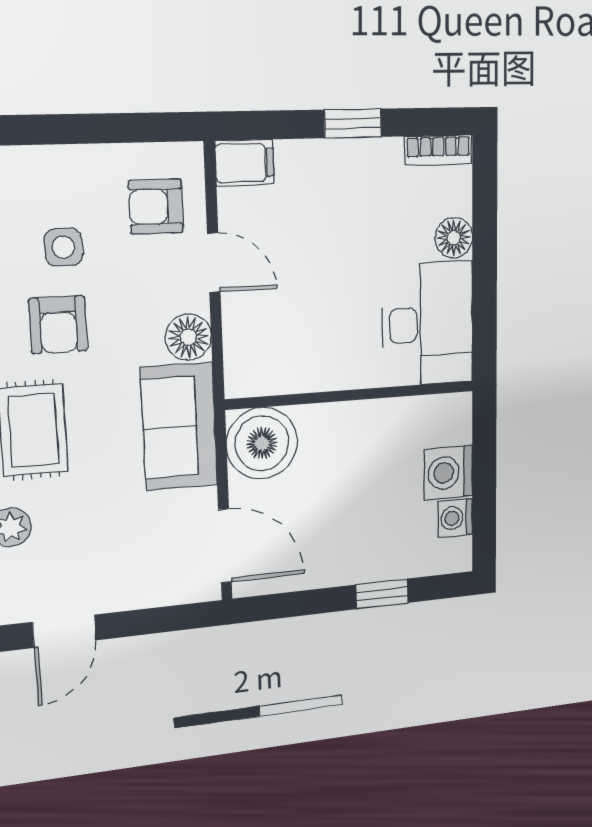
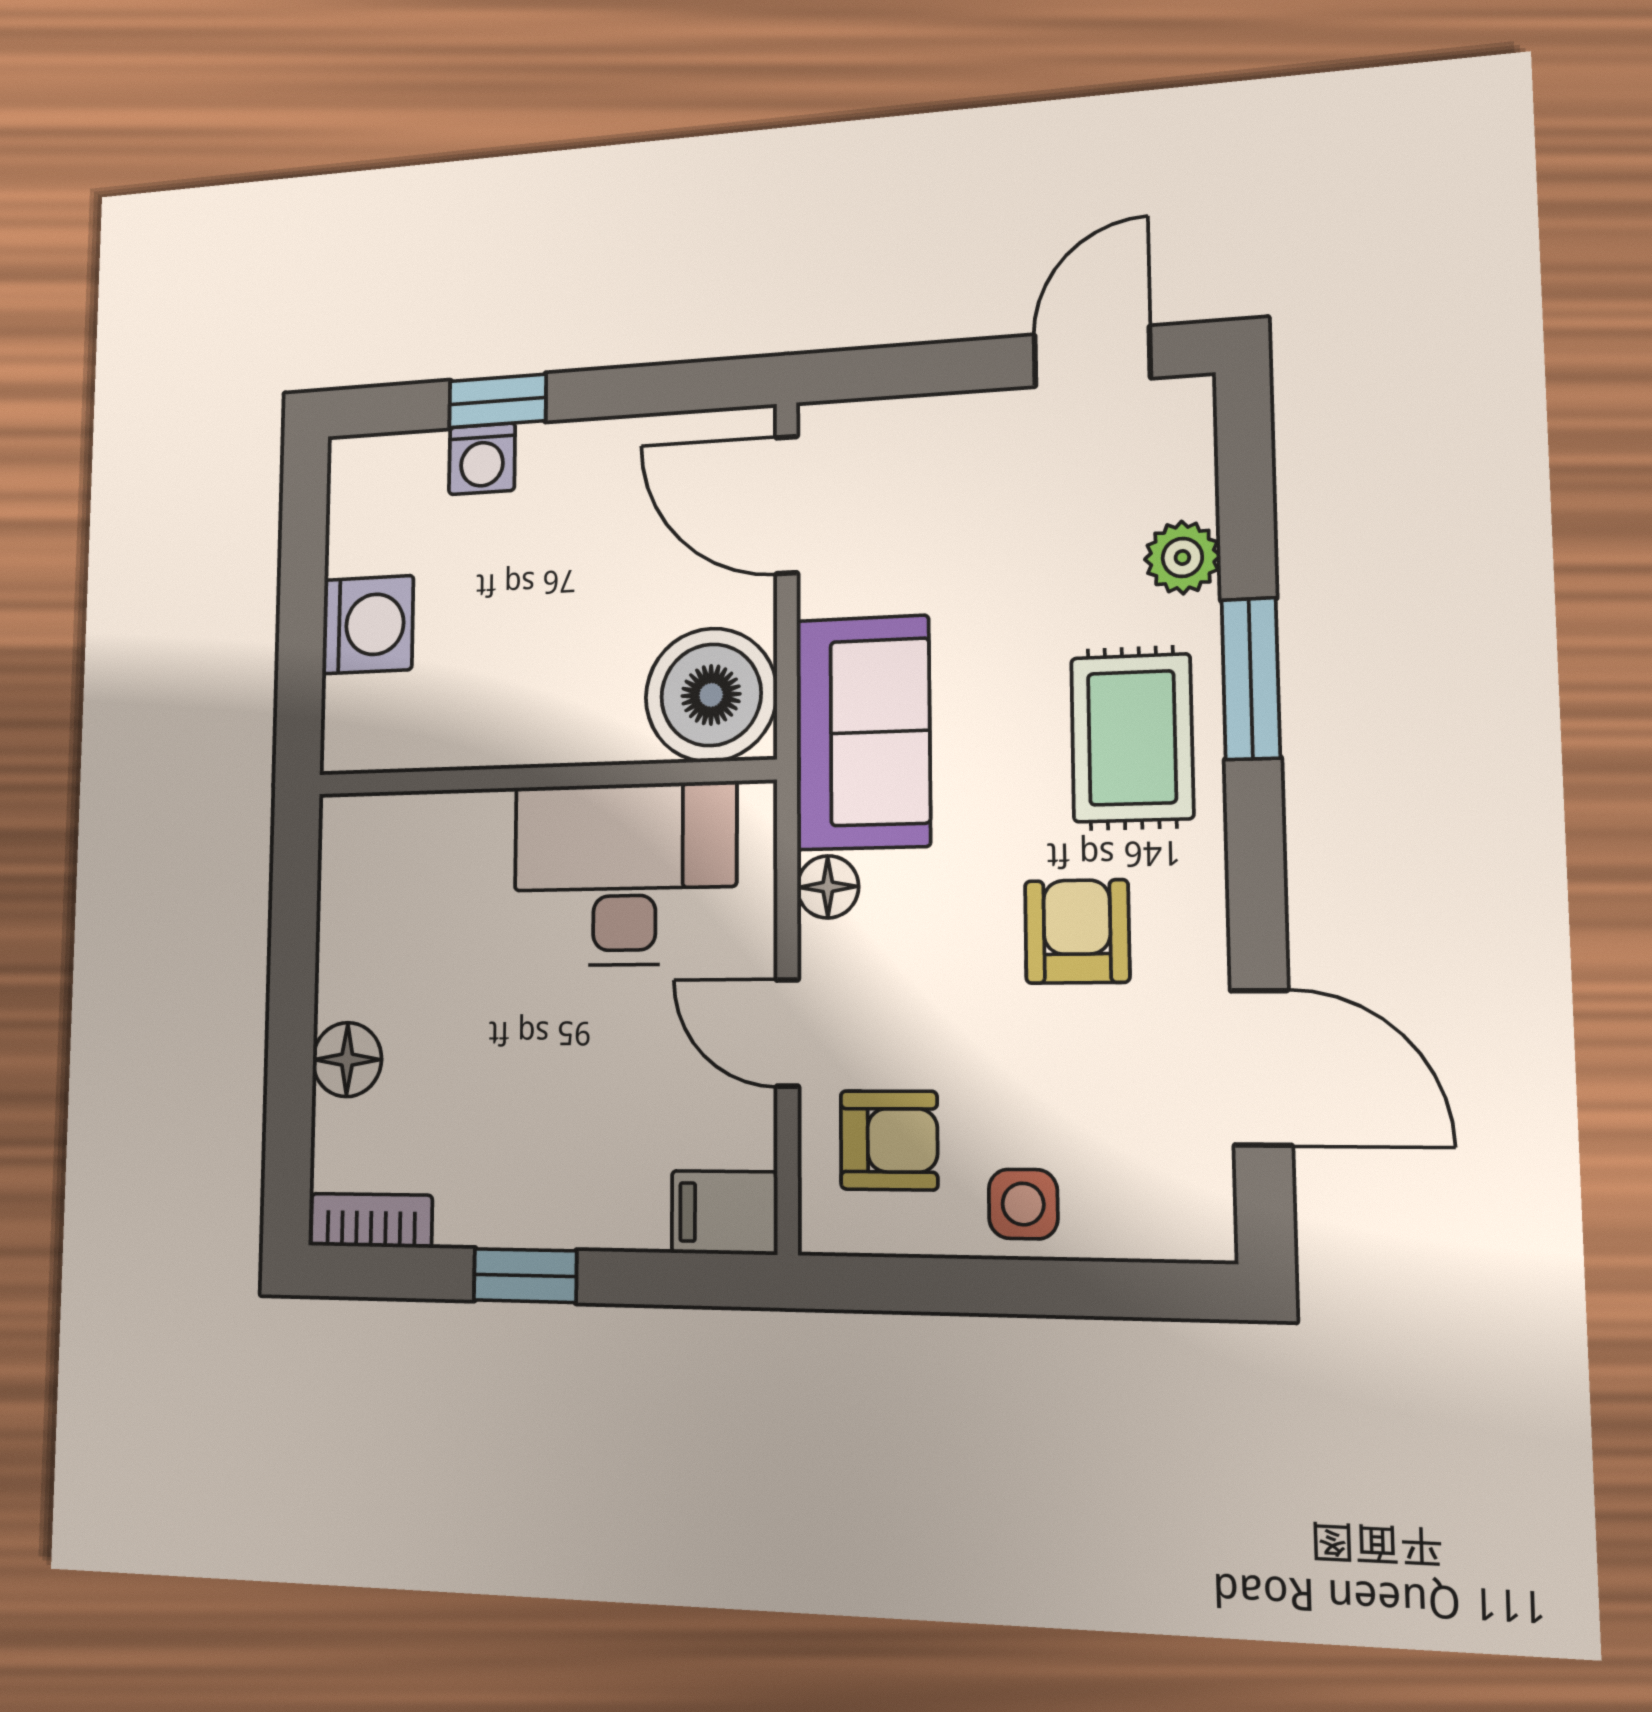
side table: (63, 247) -> (1023, 1204), moved
desk: (428, 324) -> (625, 874), moved, turned 90
floor lamp: (188, 337) -> (828, 887), width x0.73, depth x0.73
washing machine: (455, 518) -> (482, 459), moved, turned 90

